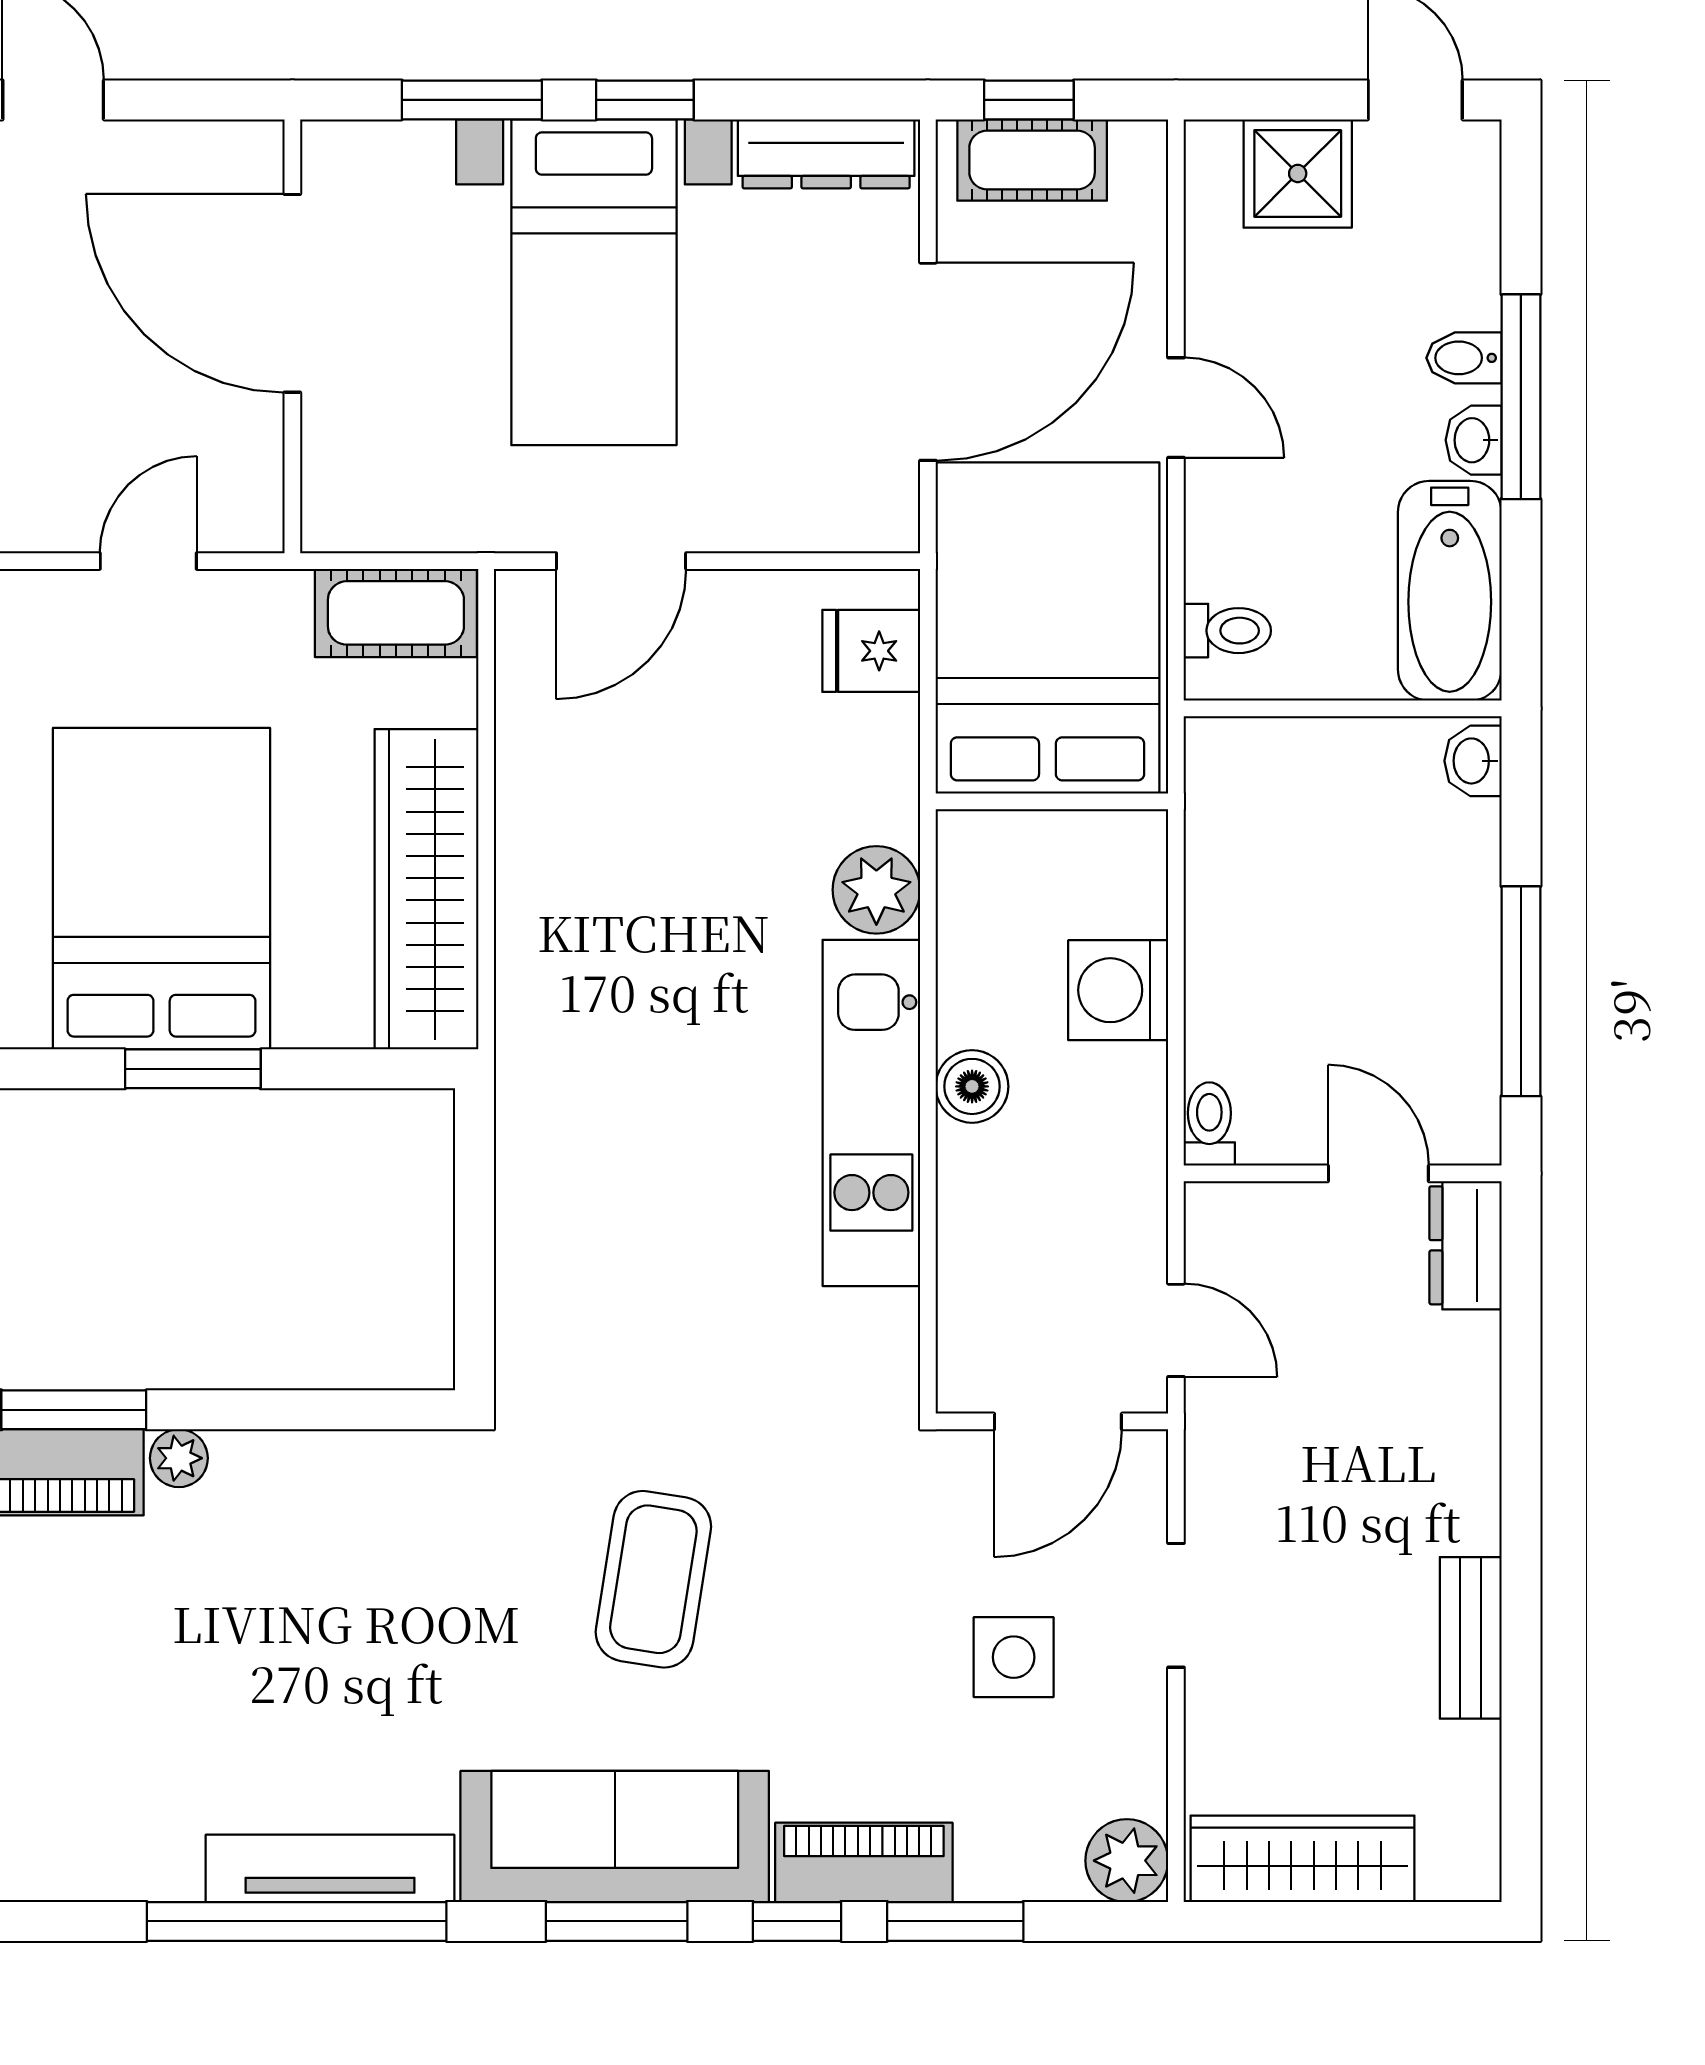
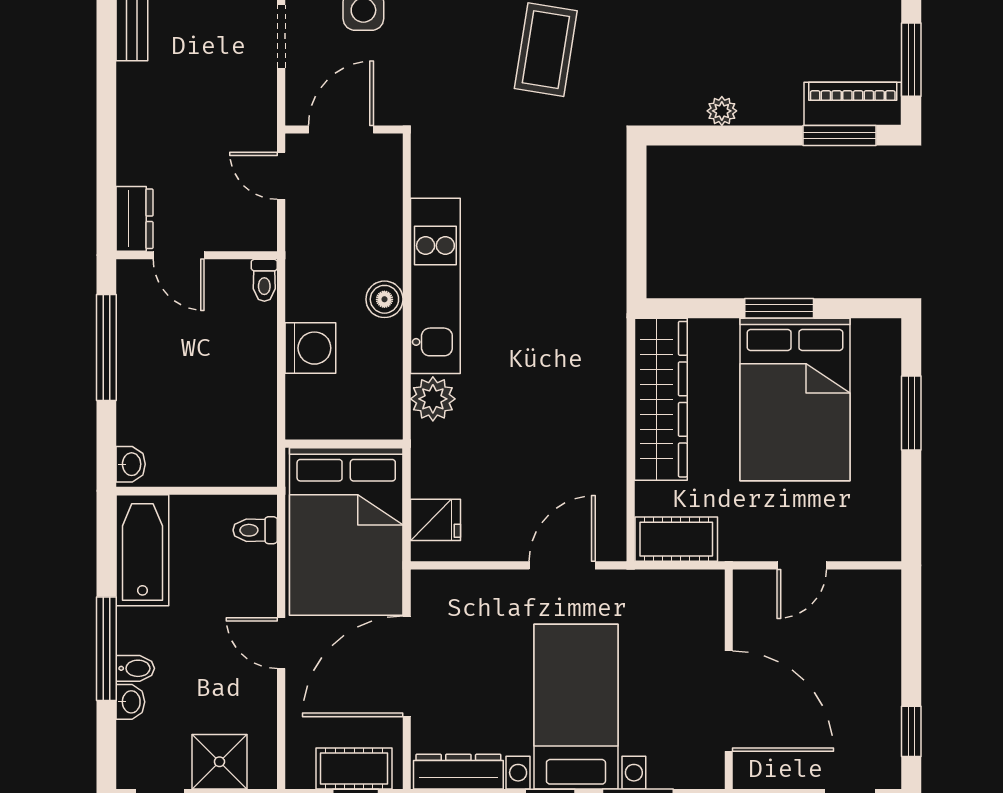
washbasin: (1474, 440) -> (130, 702), moved
plant: (179, 1458) -> (722, 111), moved

